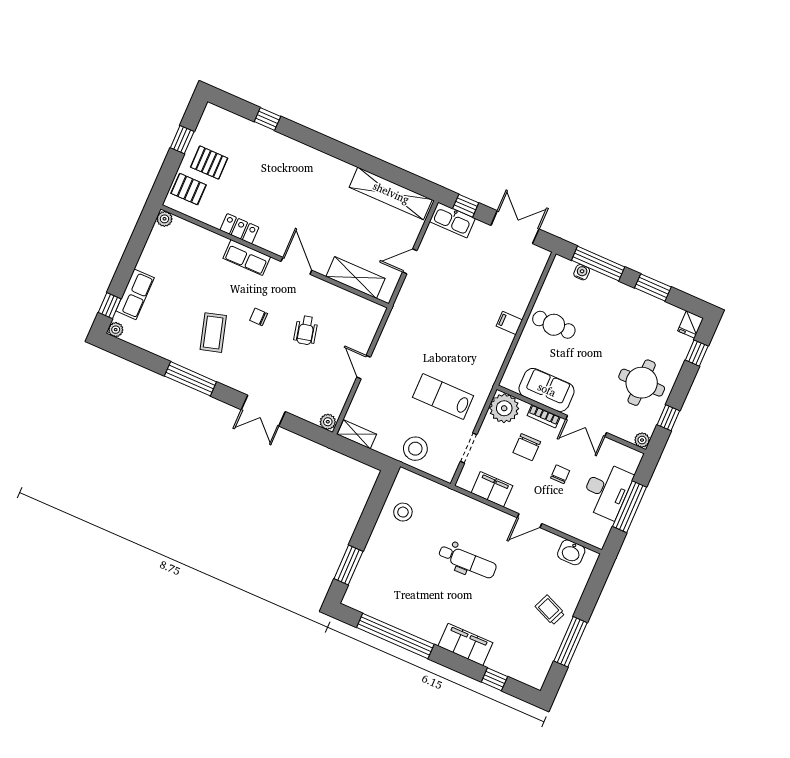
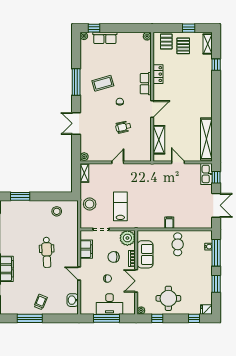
shelving: (225, 118) -> (208, 44), added

